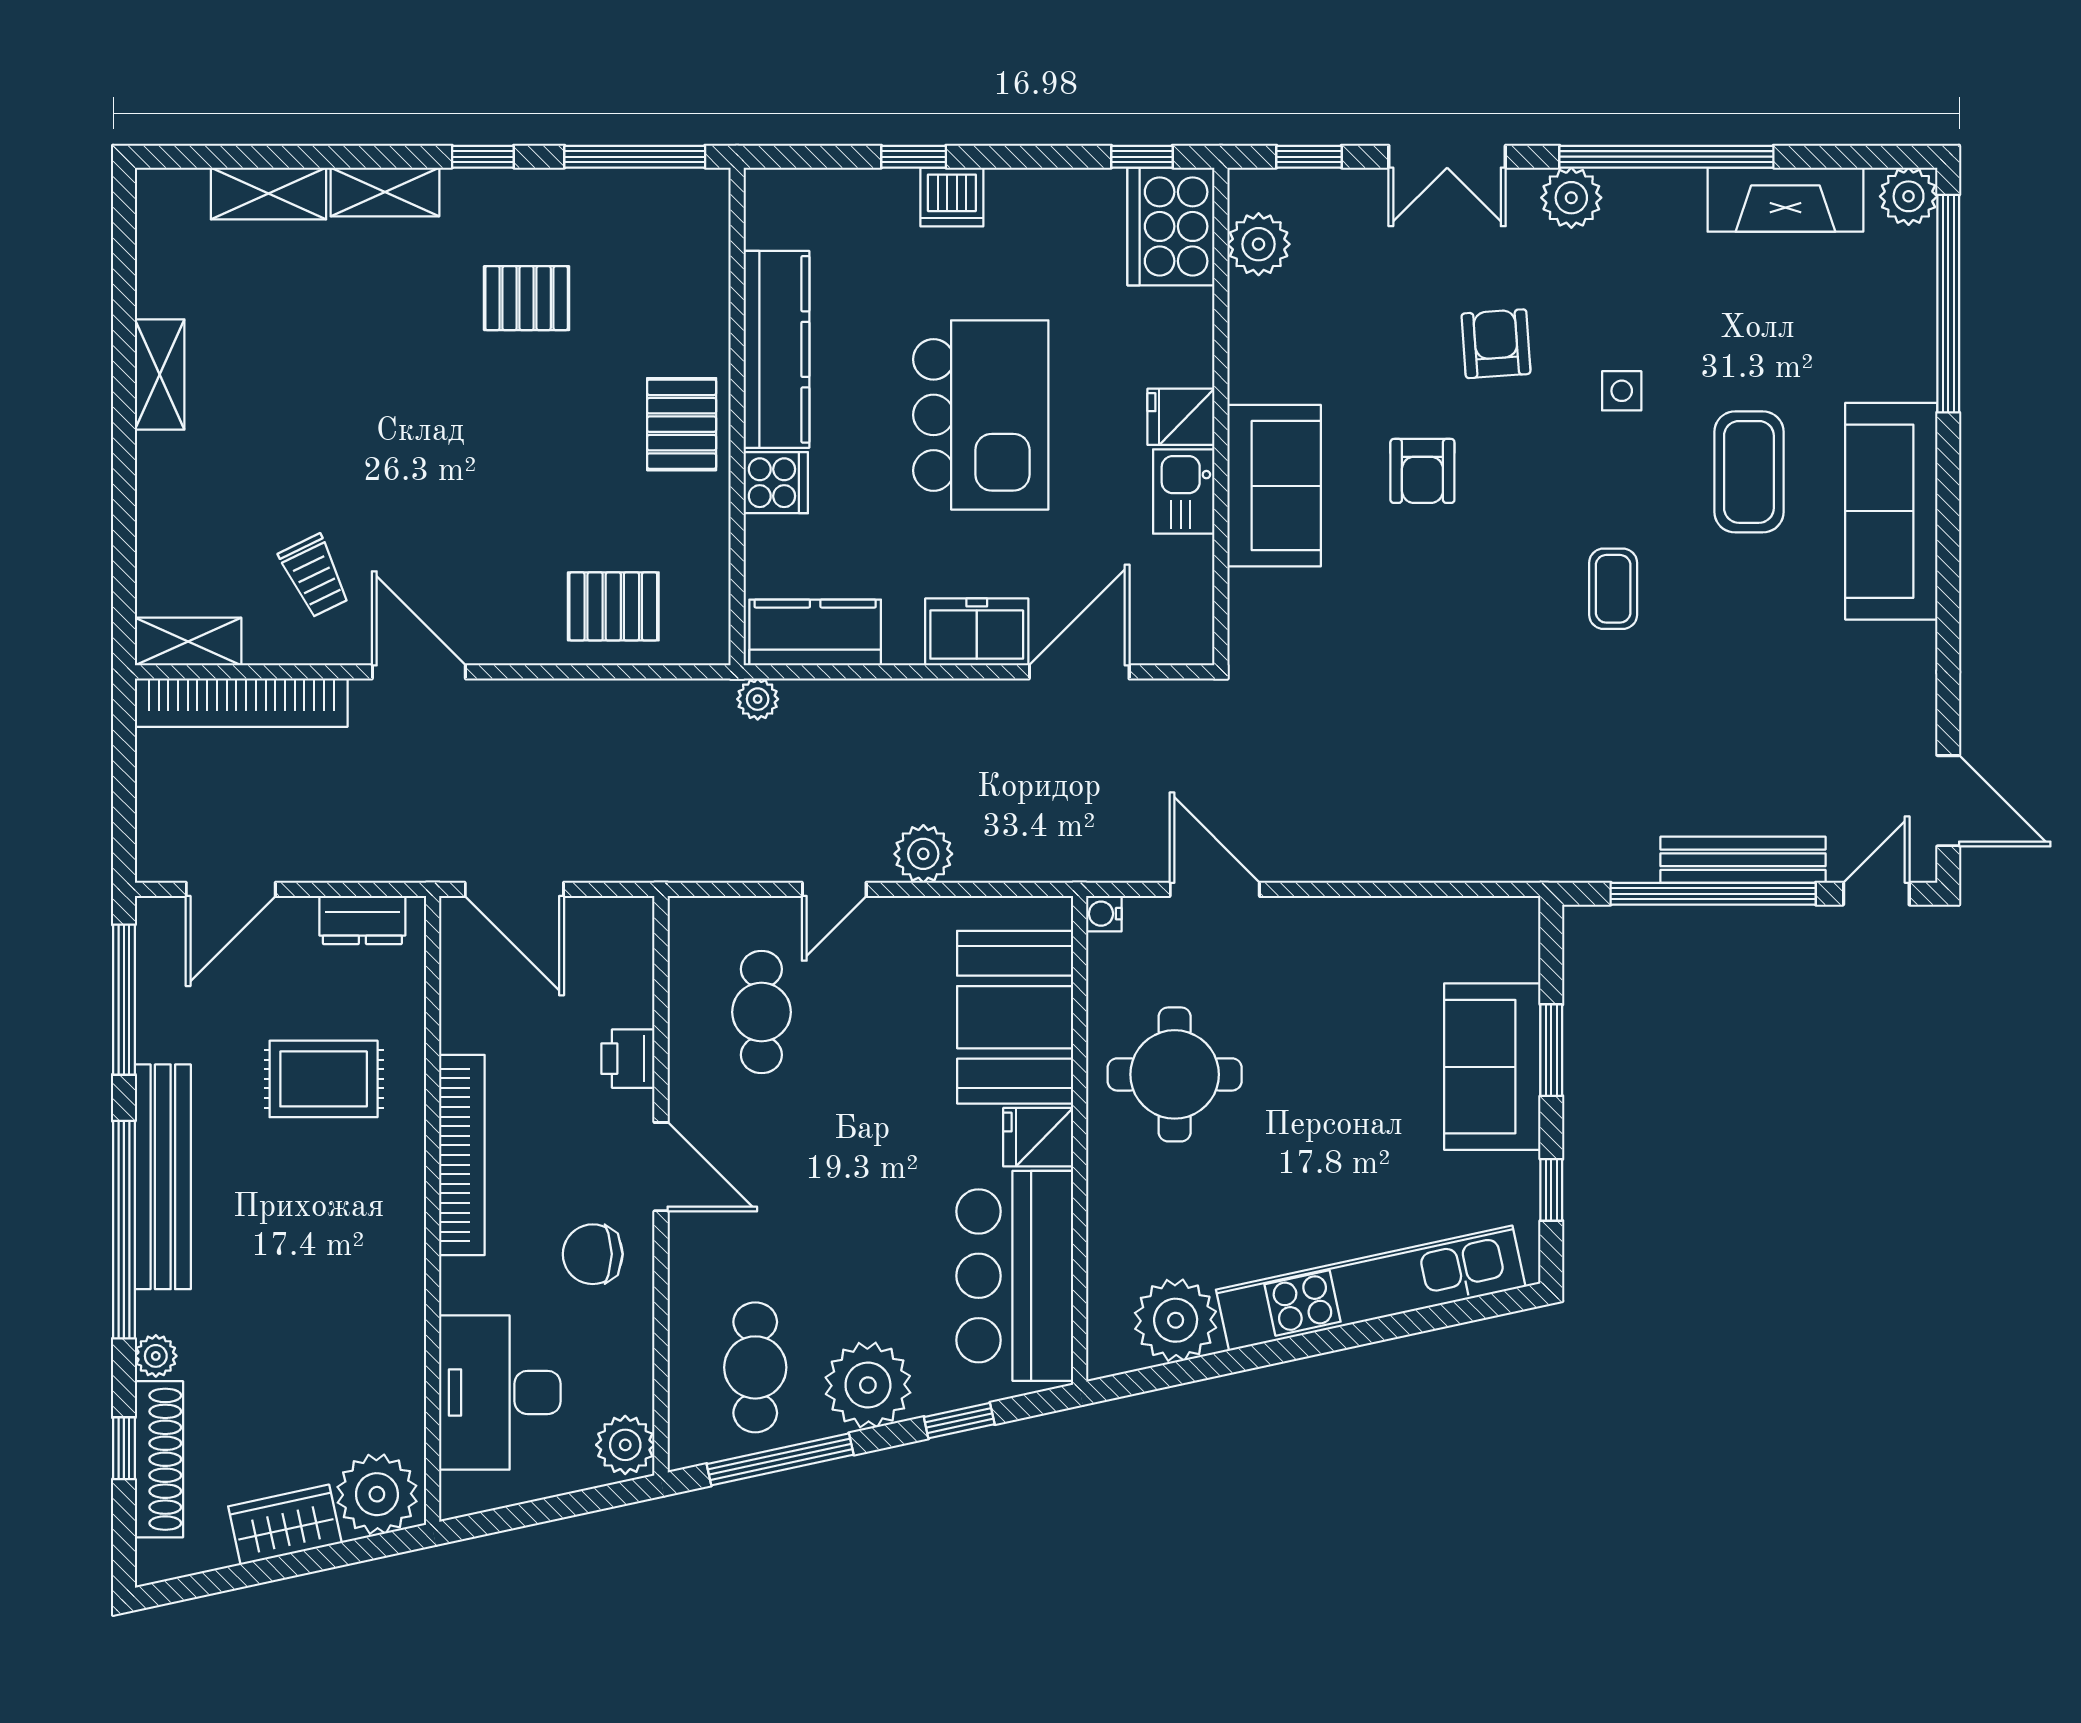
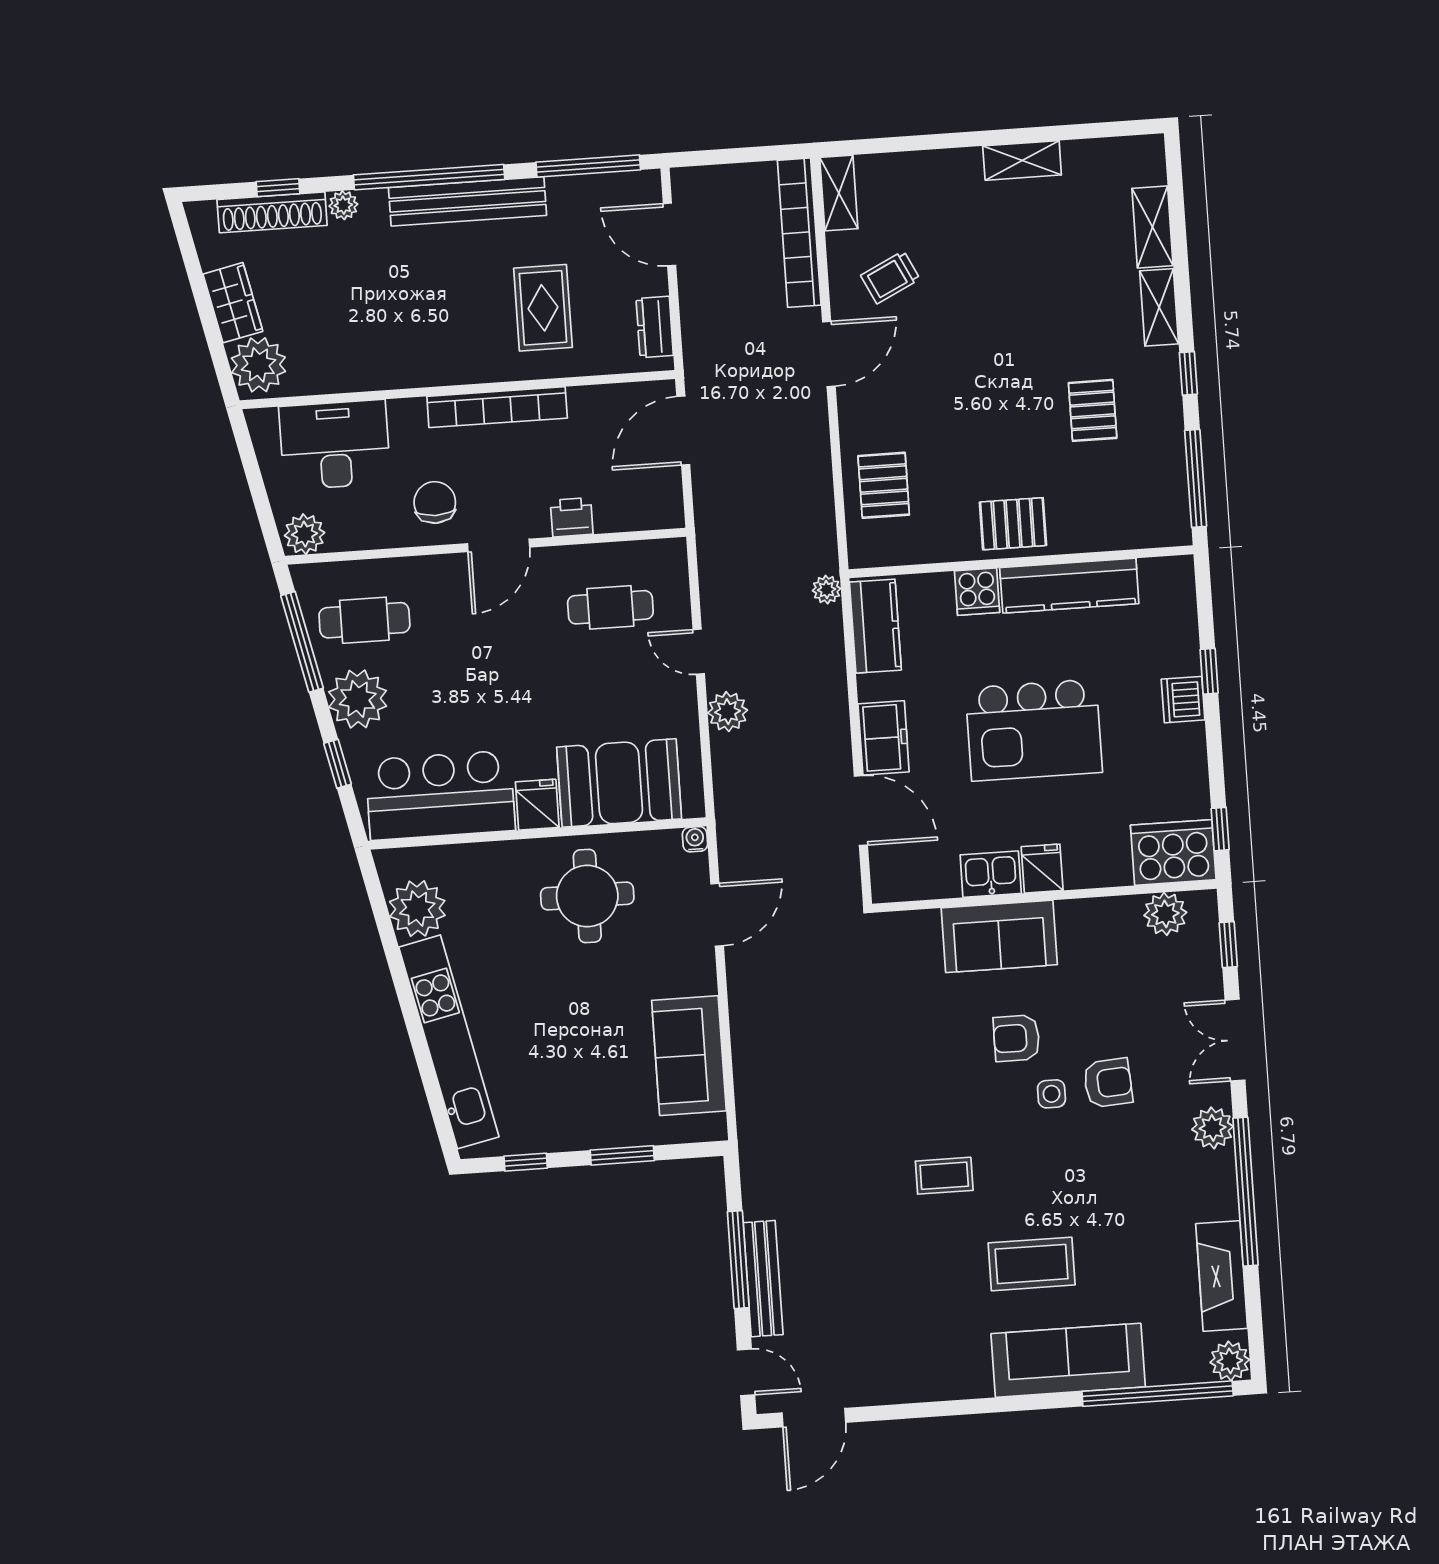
side table: (1622, 391) -> (1051, 1094), moved
sofa: (1891, 511) -> (1068, 1360), moved
window: (1713, 894) -> (738, 1260), width x0.68
sofa: (1492, 1067) -> (689, 1056), moved, turned -90

